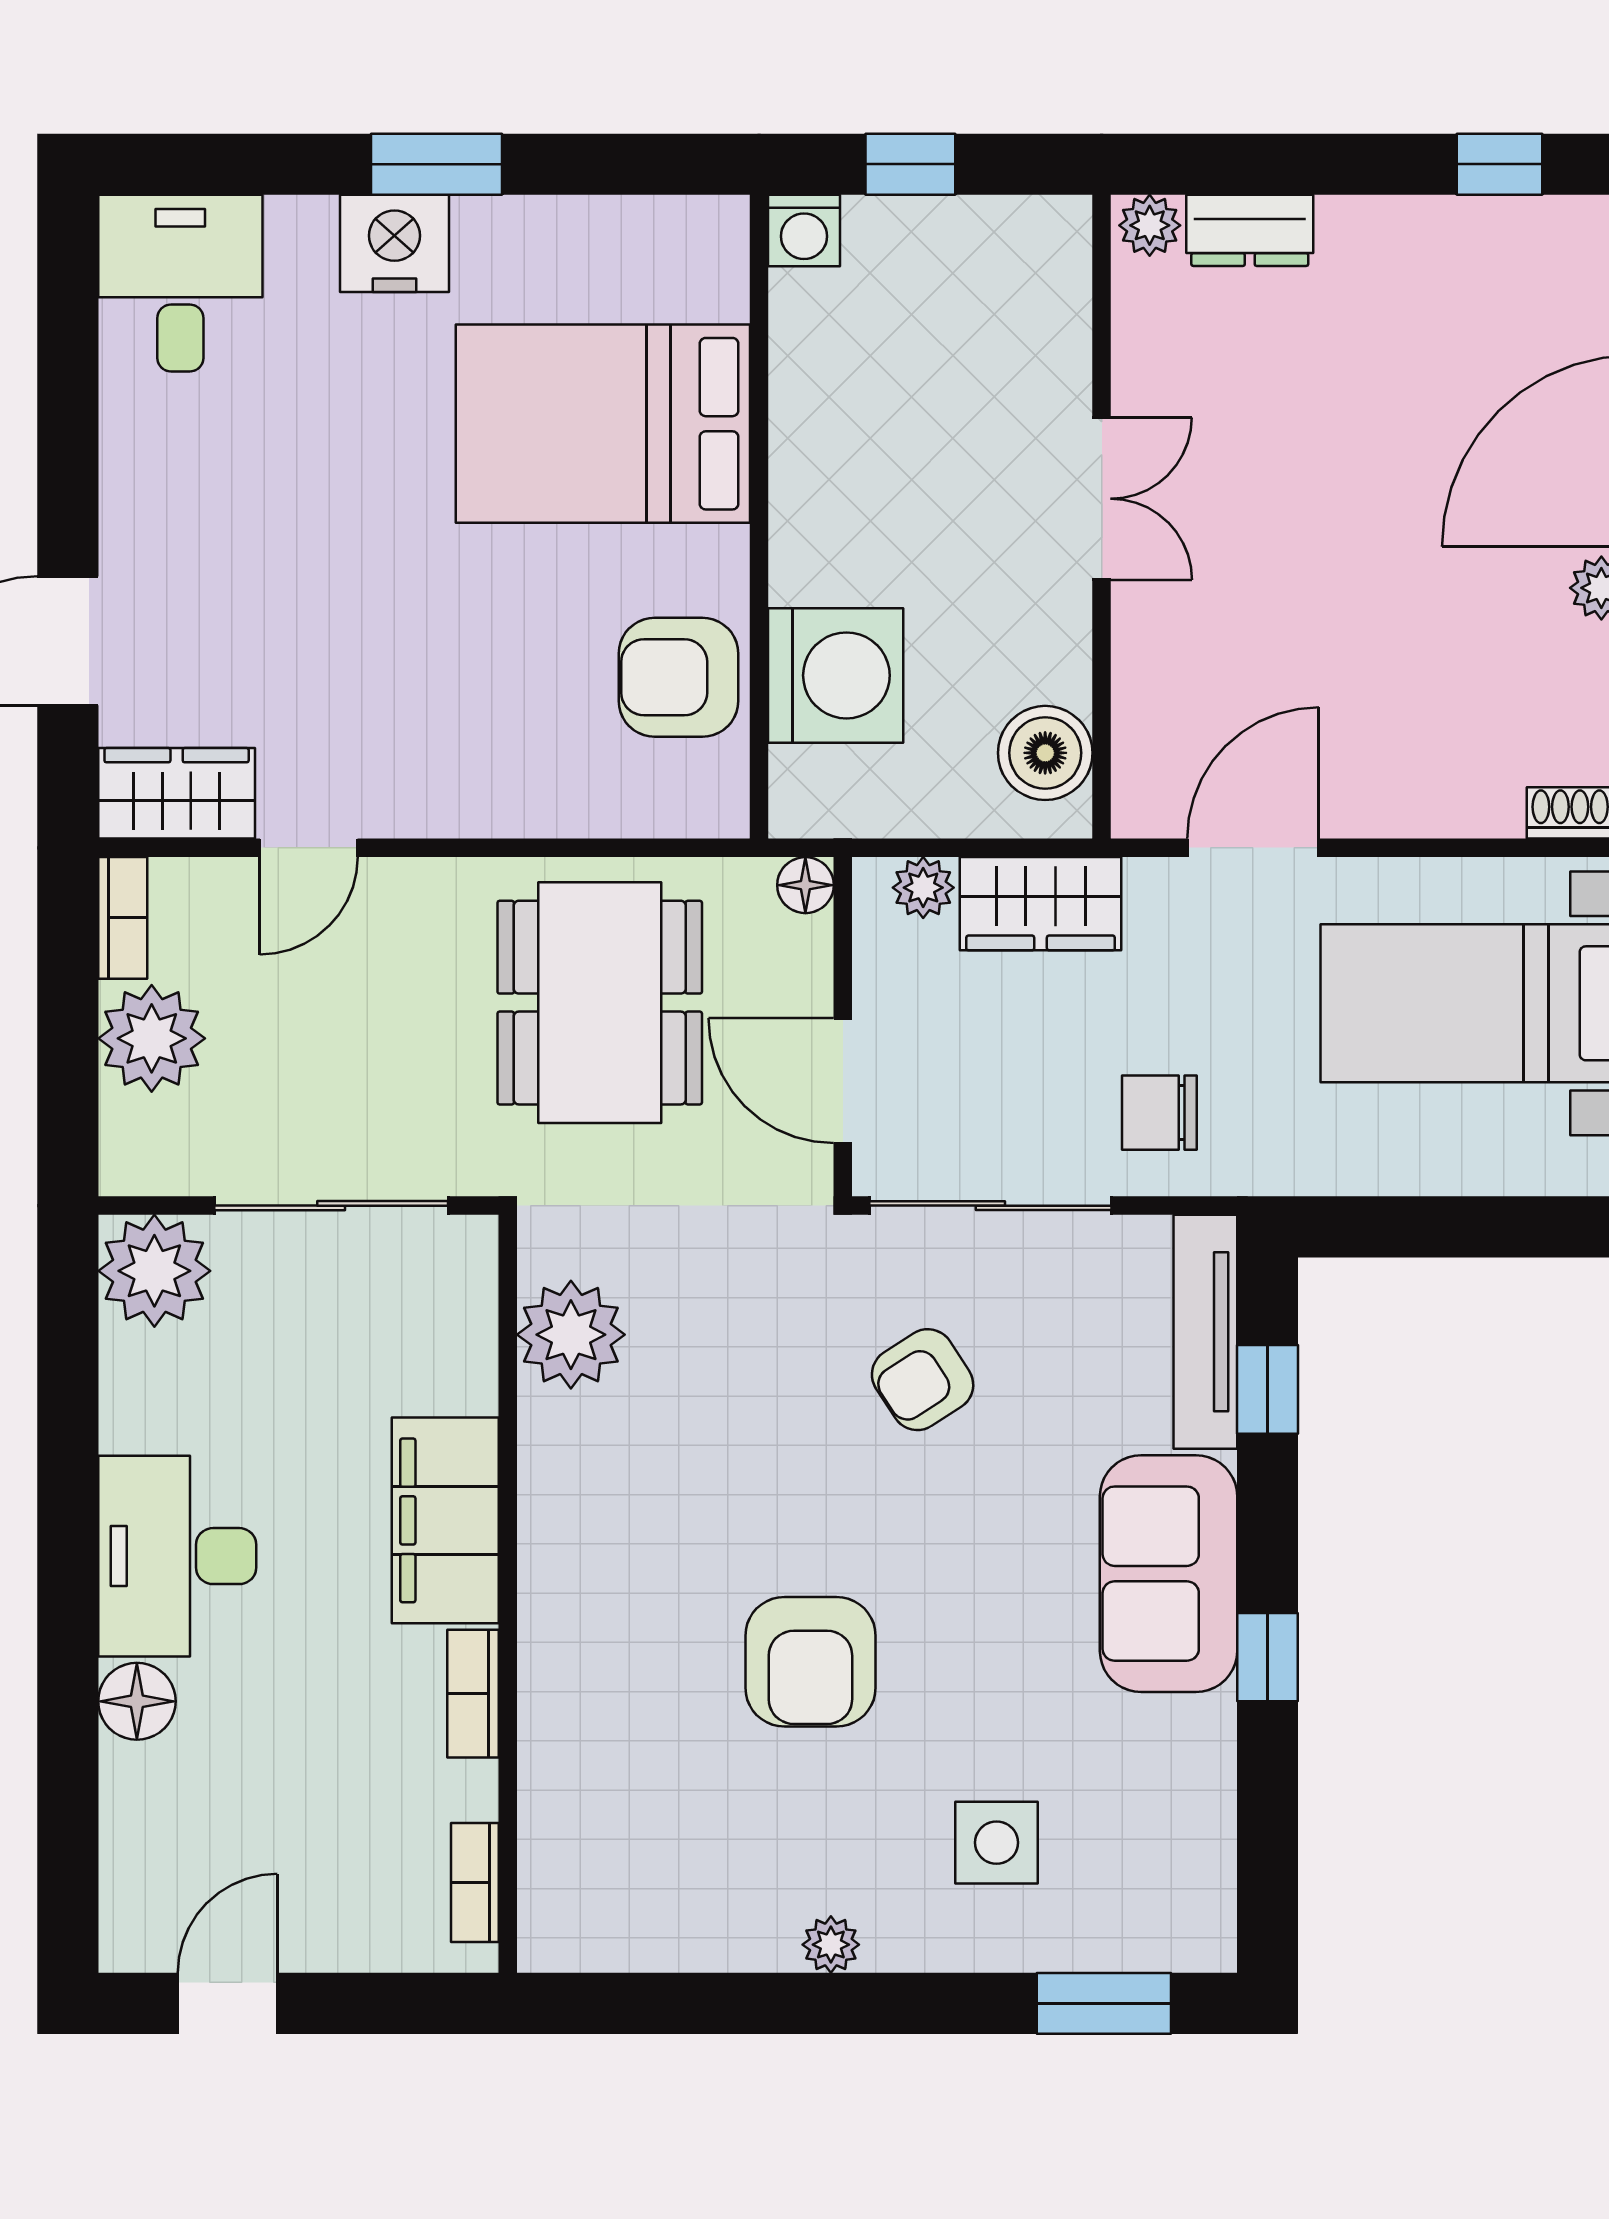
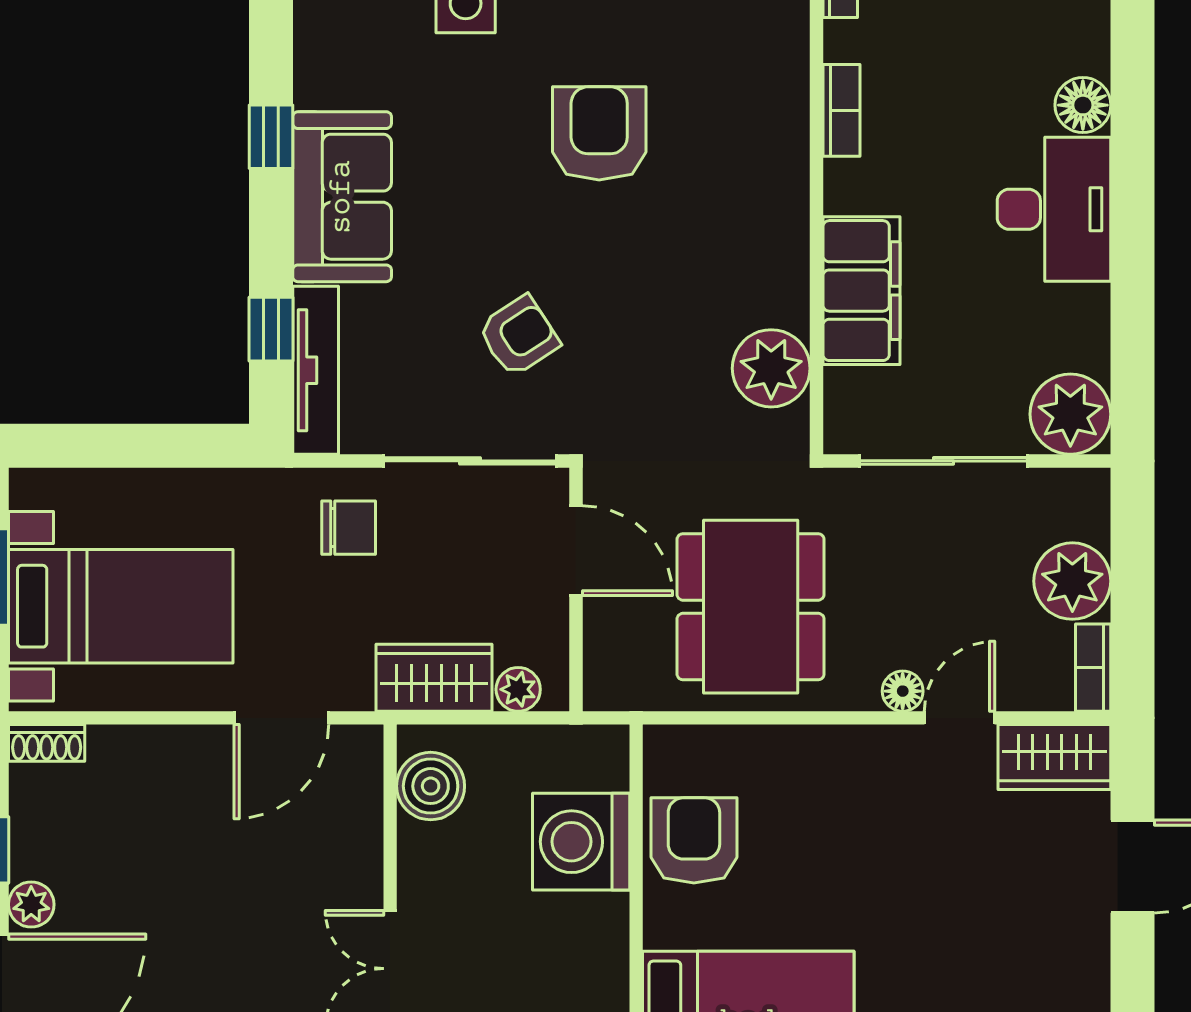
armchair: (678, 677) -> (694, 840), turned -90
floor lamp: (805, 885) -> (903, 691), moved
filing cabinet: (445, 1520) -> (861, 291), moved

